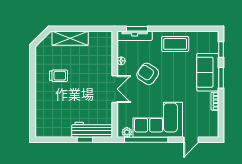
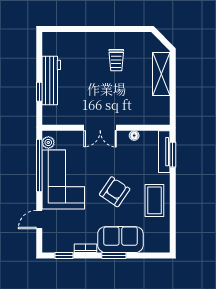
window: (221, 50) -> (64, 256), moved
armchair: (148, 74) -> (115, 192), moved
workbench: (92, 130) -> (51, 80), moved
door: (191, 140) -> (39, 220), hinge flipped

